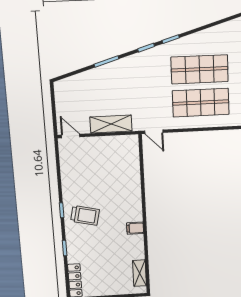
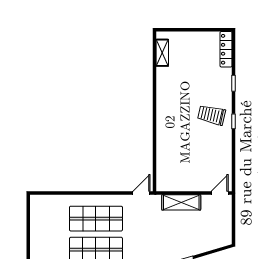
door: (154, 132) -> (141, 193), hinge flipped
door: (71, 136) -> (220, 193), swing flipped
filing cabinet: (135, 228) -> (164, 99), removed

